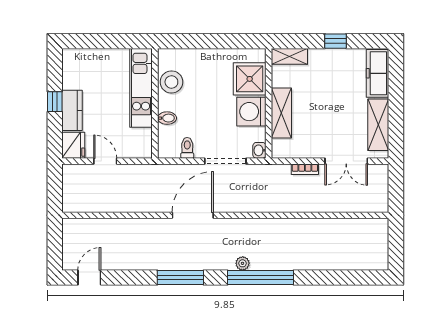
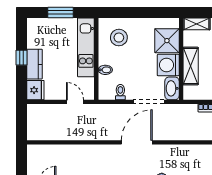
window: (107, 41) -> (60, 12), added
stool: (171, 82) -> (119, 38), moved
washbasin: (259, 150) -> (172, 88), width x1.91, depth x1.45
door: (105, 161) -> (75, 102), moved
door: (193, 215) -> (137, 142), moved

